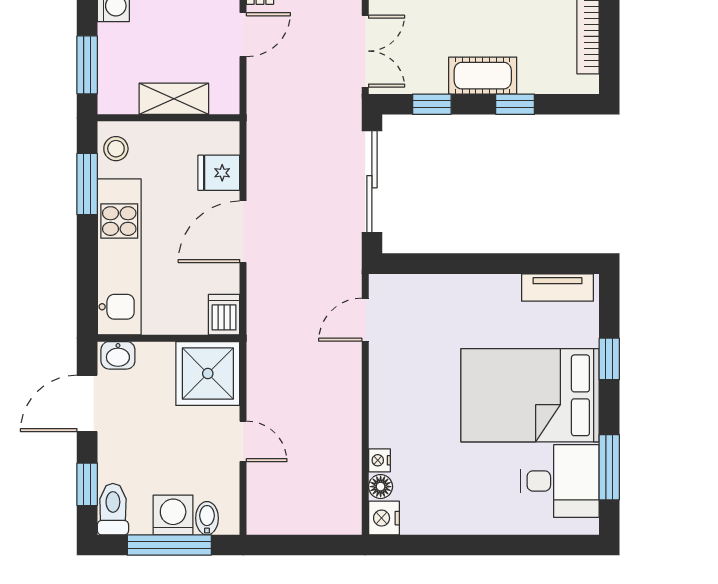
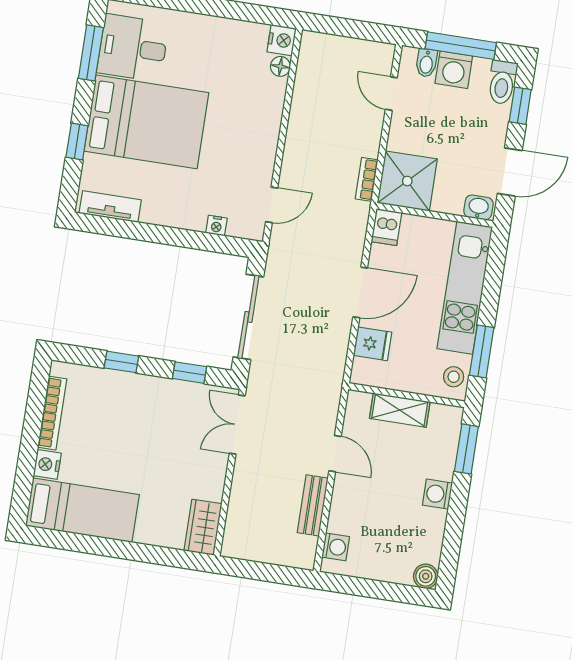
door: (243, 35) -> (335, 454), swing flipped
cot: (483, 76) -> (144, 390), removed
bookcase: (257, 368) -> (367, 179), added
door: (243, 441) -> (391, 94), moved
nightstand: (379, 460) -> (216, 226), moved, turned 90

